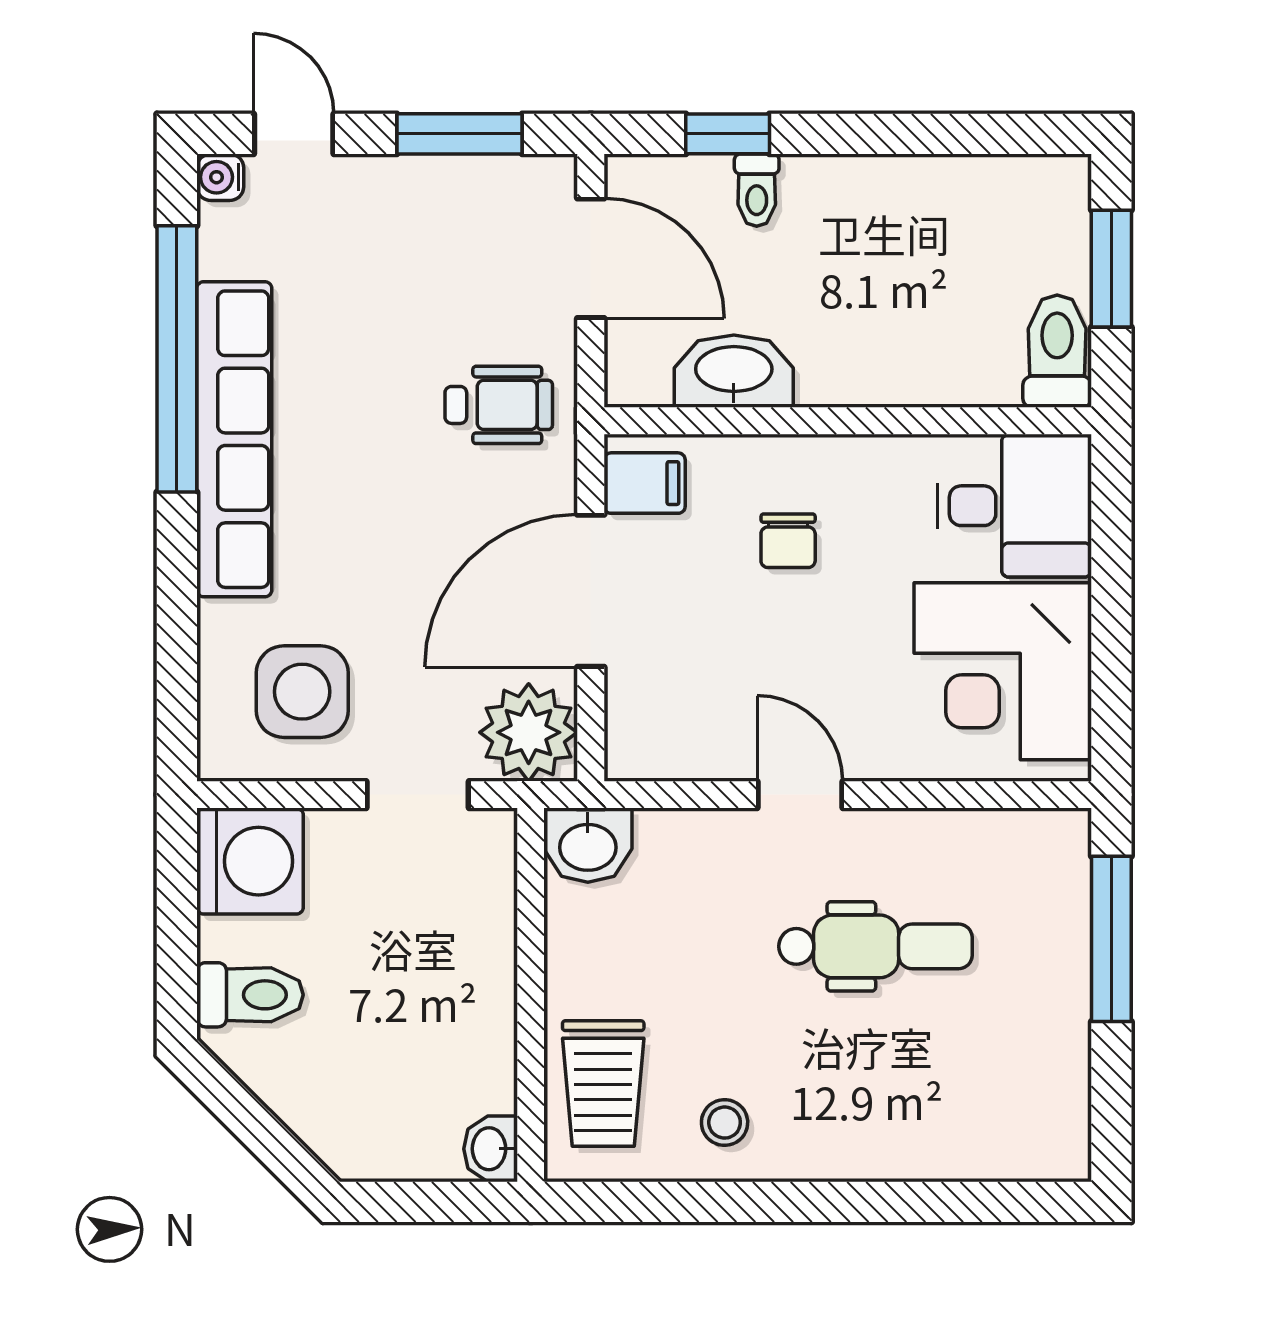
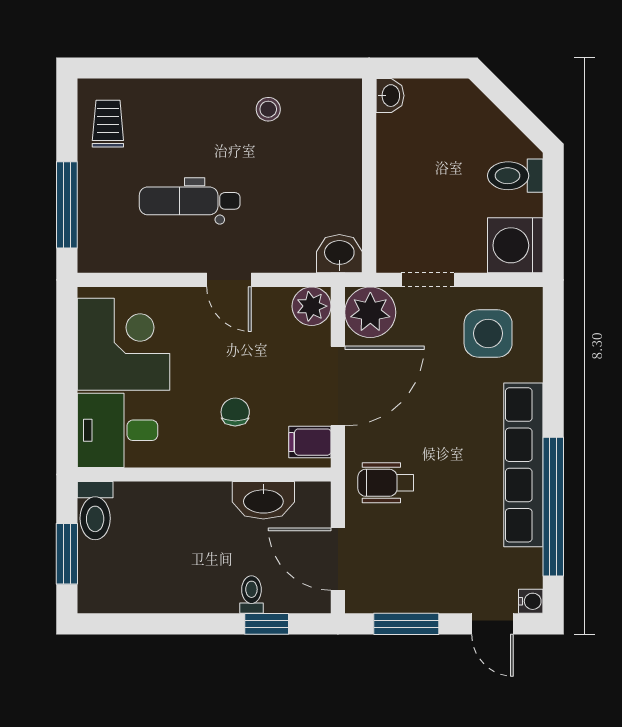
plant: (641, 744) -> (312, 306), added
trolley: (603, 1083) -> (108, 124), moved, width x0.73, depth x0.72

